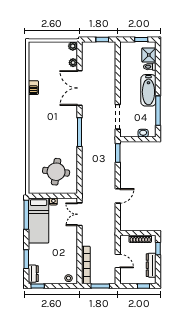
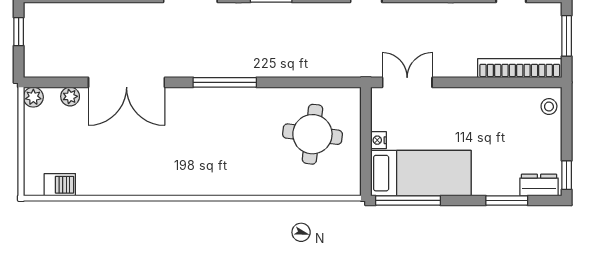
barbecue: (33, 88) -> (60, 185), moved
double door: (79, 214) -> (407, 82), swing flipped

